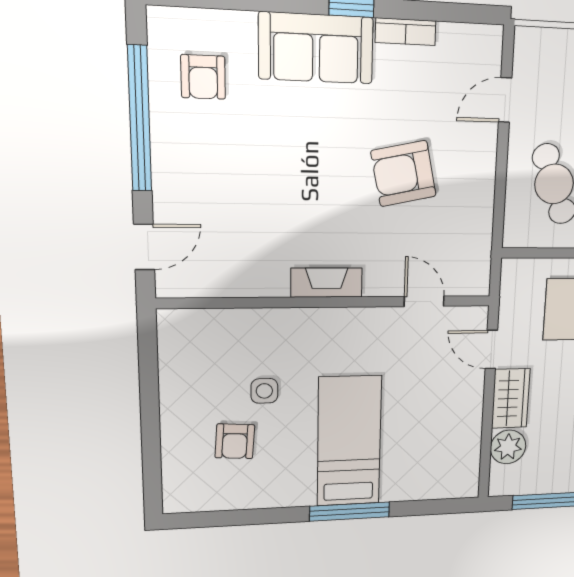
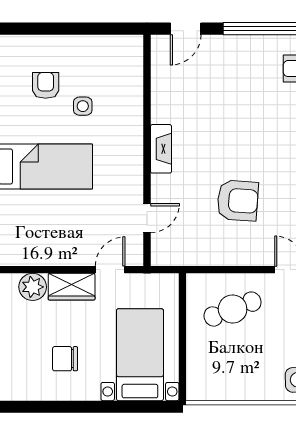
armchair: (404, 174) -> (238, 201), turned 106
door: (144, 247) -> (186, 29), hinge flipped
armchair: (235, 441) -> (46, 85), turned 86

